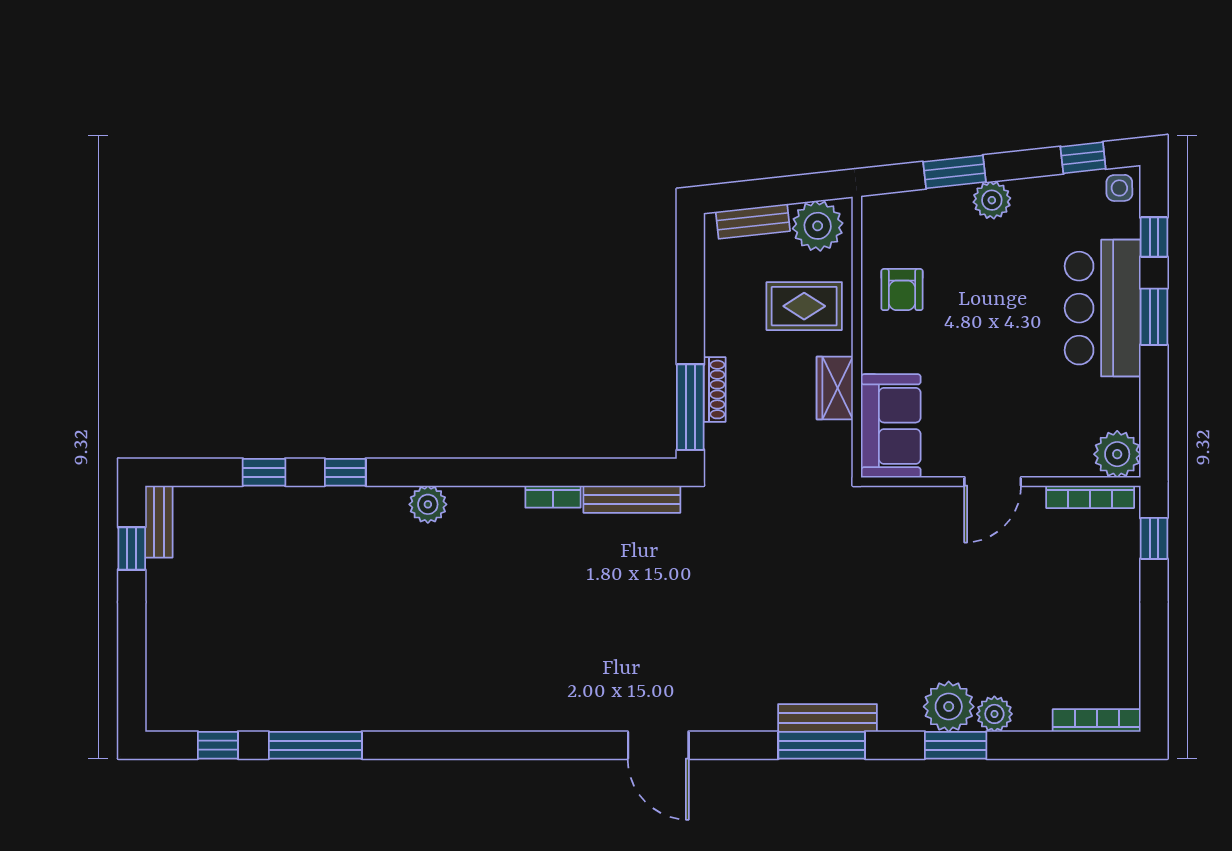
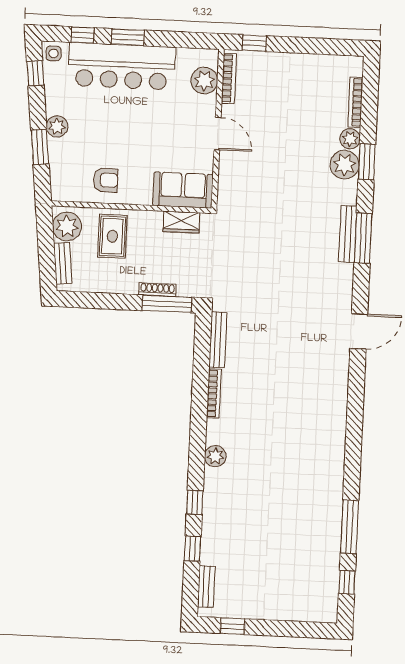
bar counter: (1103, 308) -> (122, 66), width x1.36
wardrobe: (835, 388) -> (182, 222), moved
plant: (1117, 454) -> (204, 81), moved
bookcase: (553, 497) -> (214, 393), width x1.56
bench: (159, 522) -> (206, 587), moved, turned 90
bookcase: (1097, 720) -> (355, 102), moved

